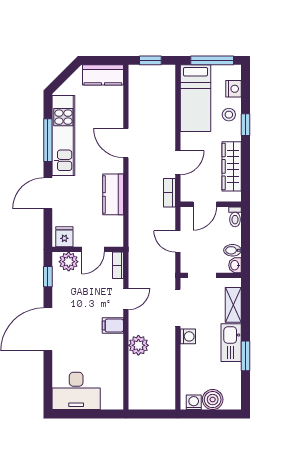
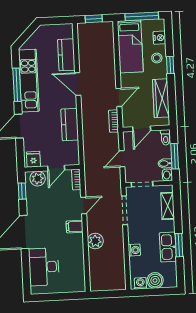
kitchen counter: (103, 75) -> (66, 55), moved, turned 90
door: (178, 241) -> (122, 159), hinge flipped
window: (245, 242) -> (175, 156), added
washing machine: (188, 336) -> (134, 250), moved
kitchen sink: (231, 343) -> (168, 247), moved
desk: (76, 391) -> (44, 267), moved, turned 90

